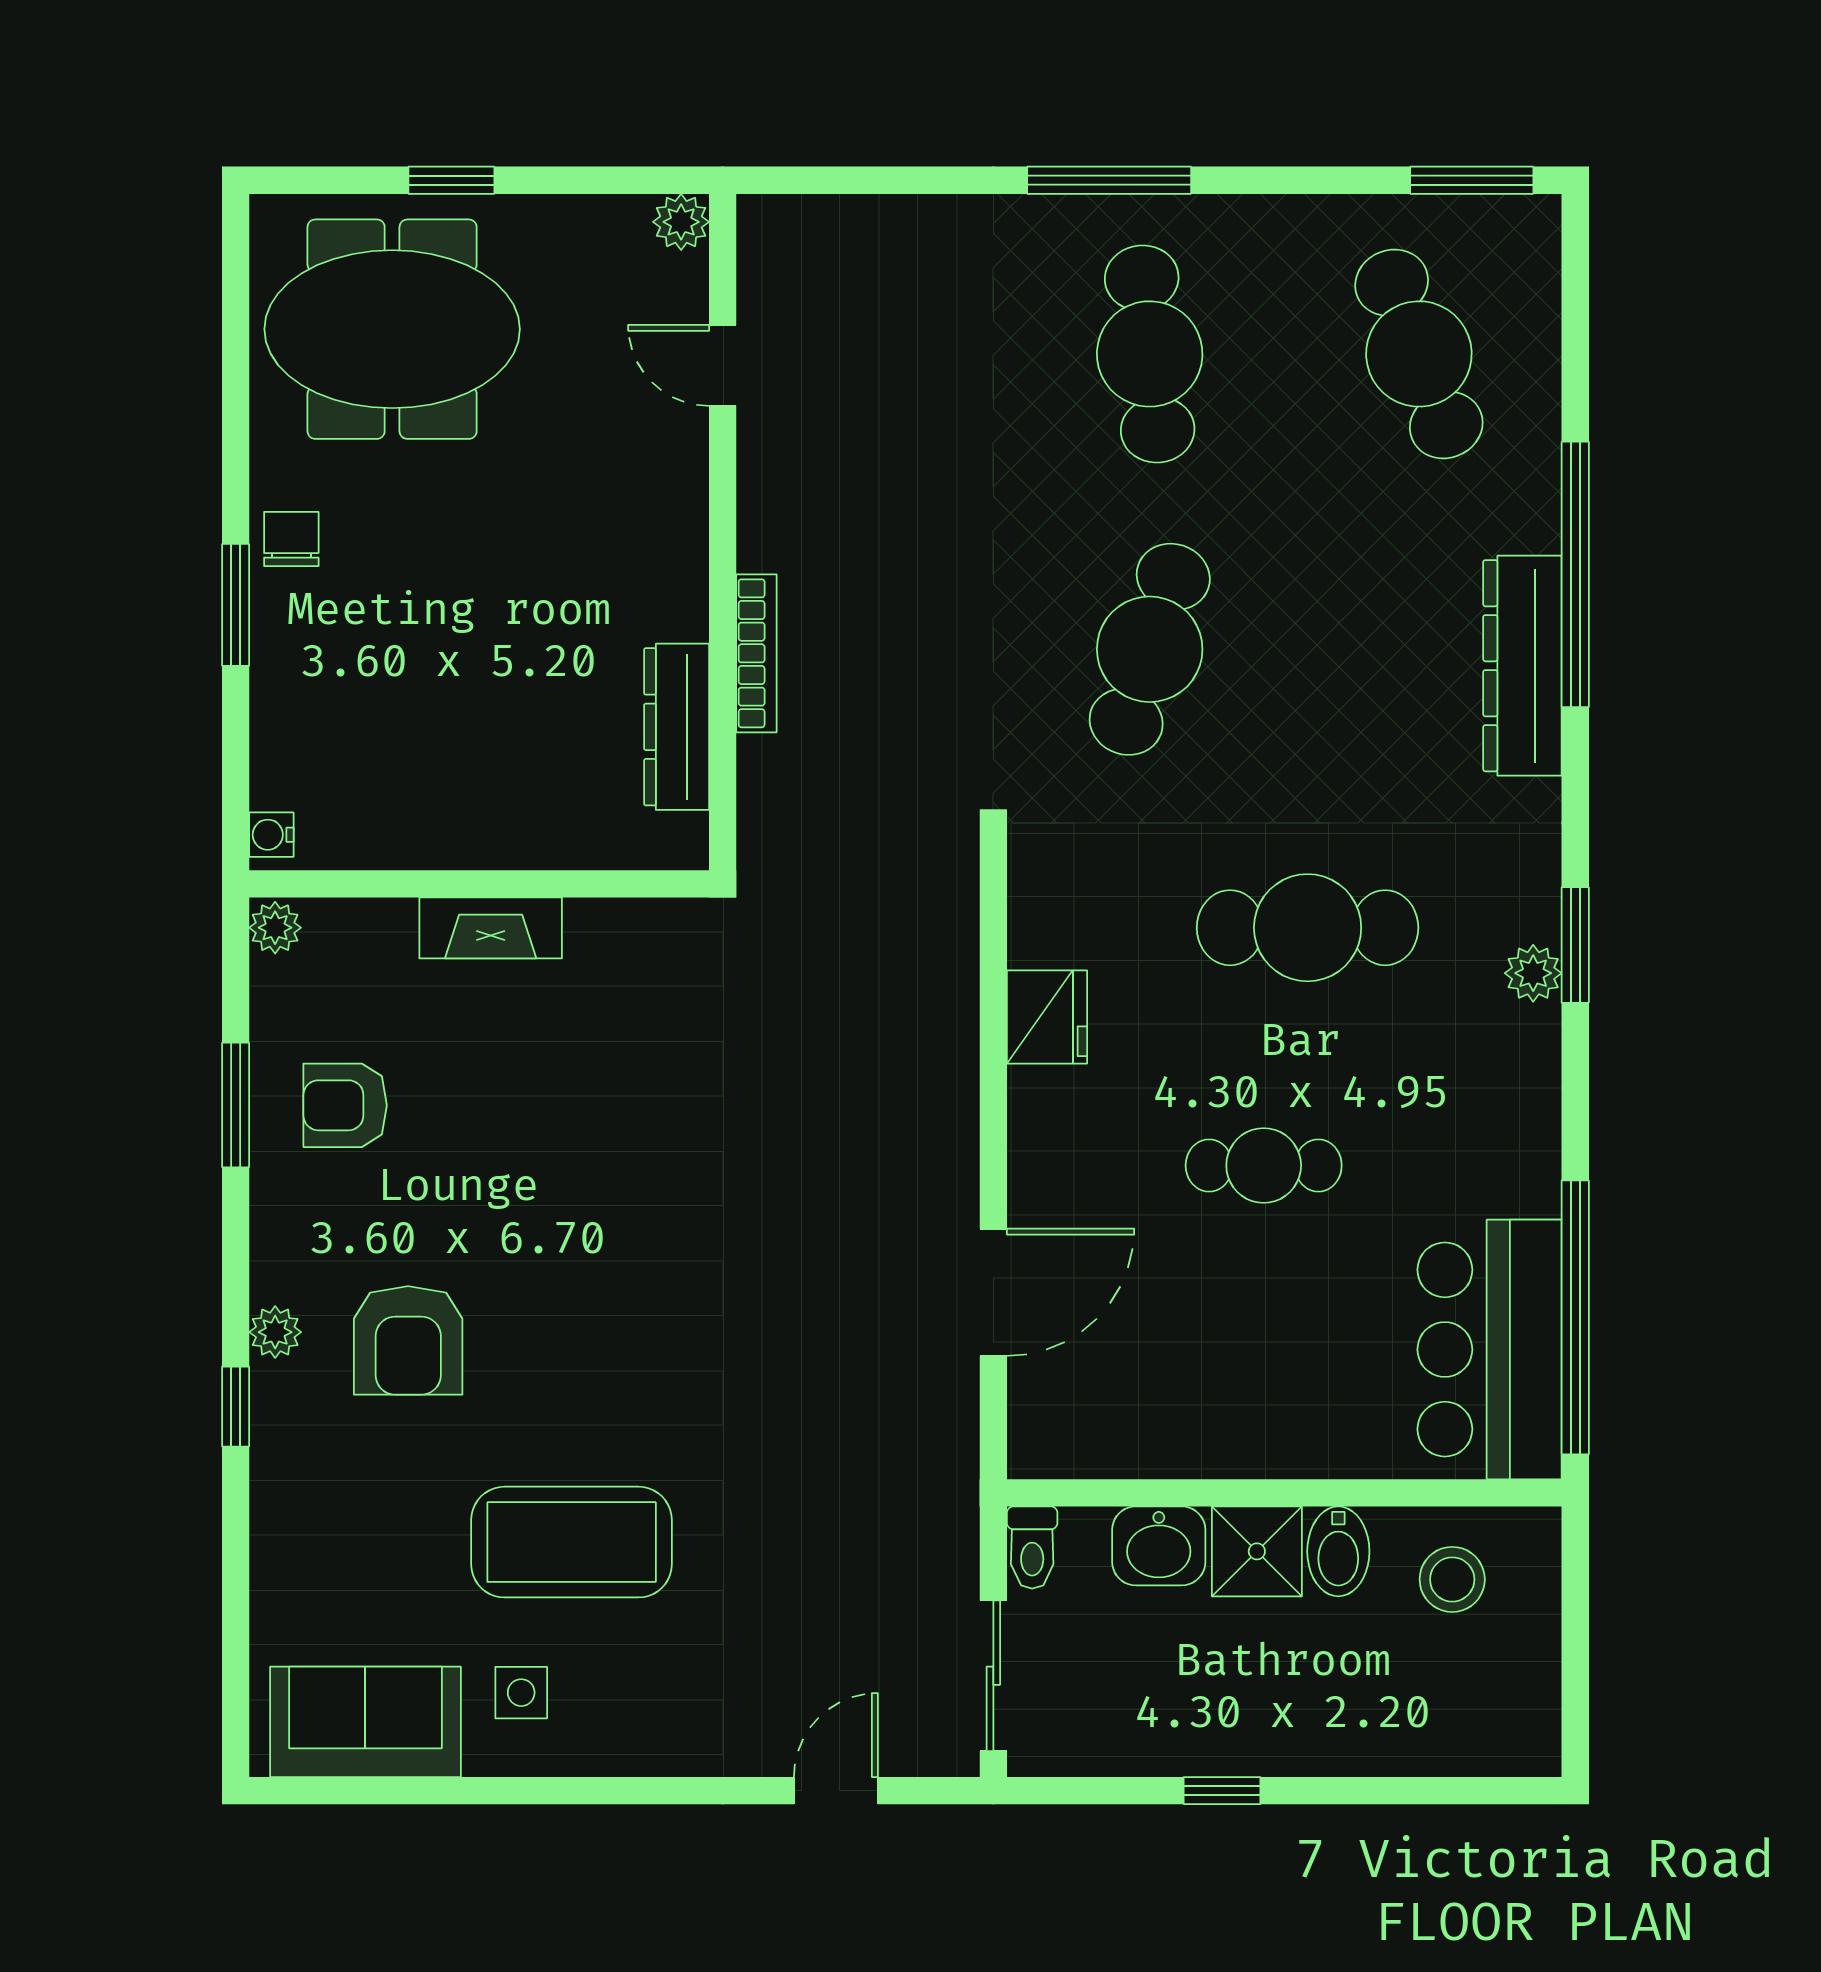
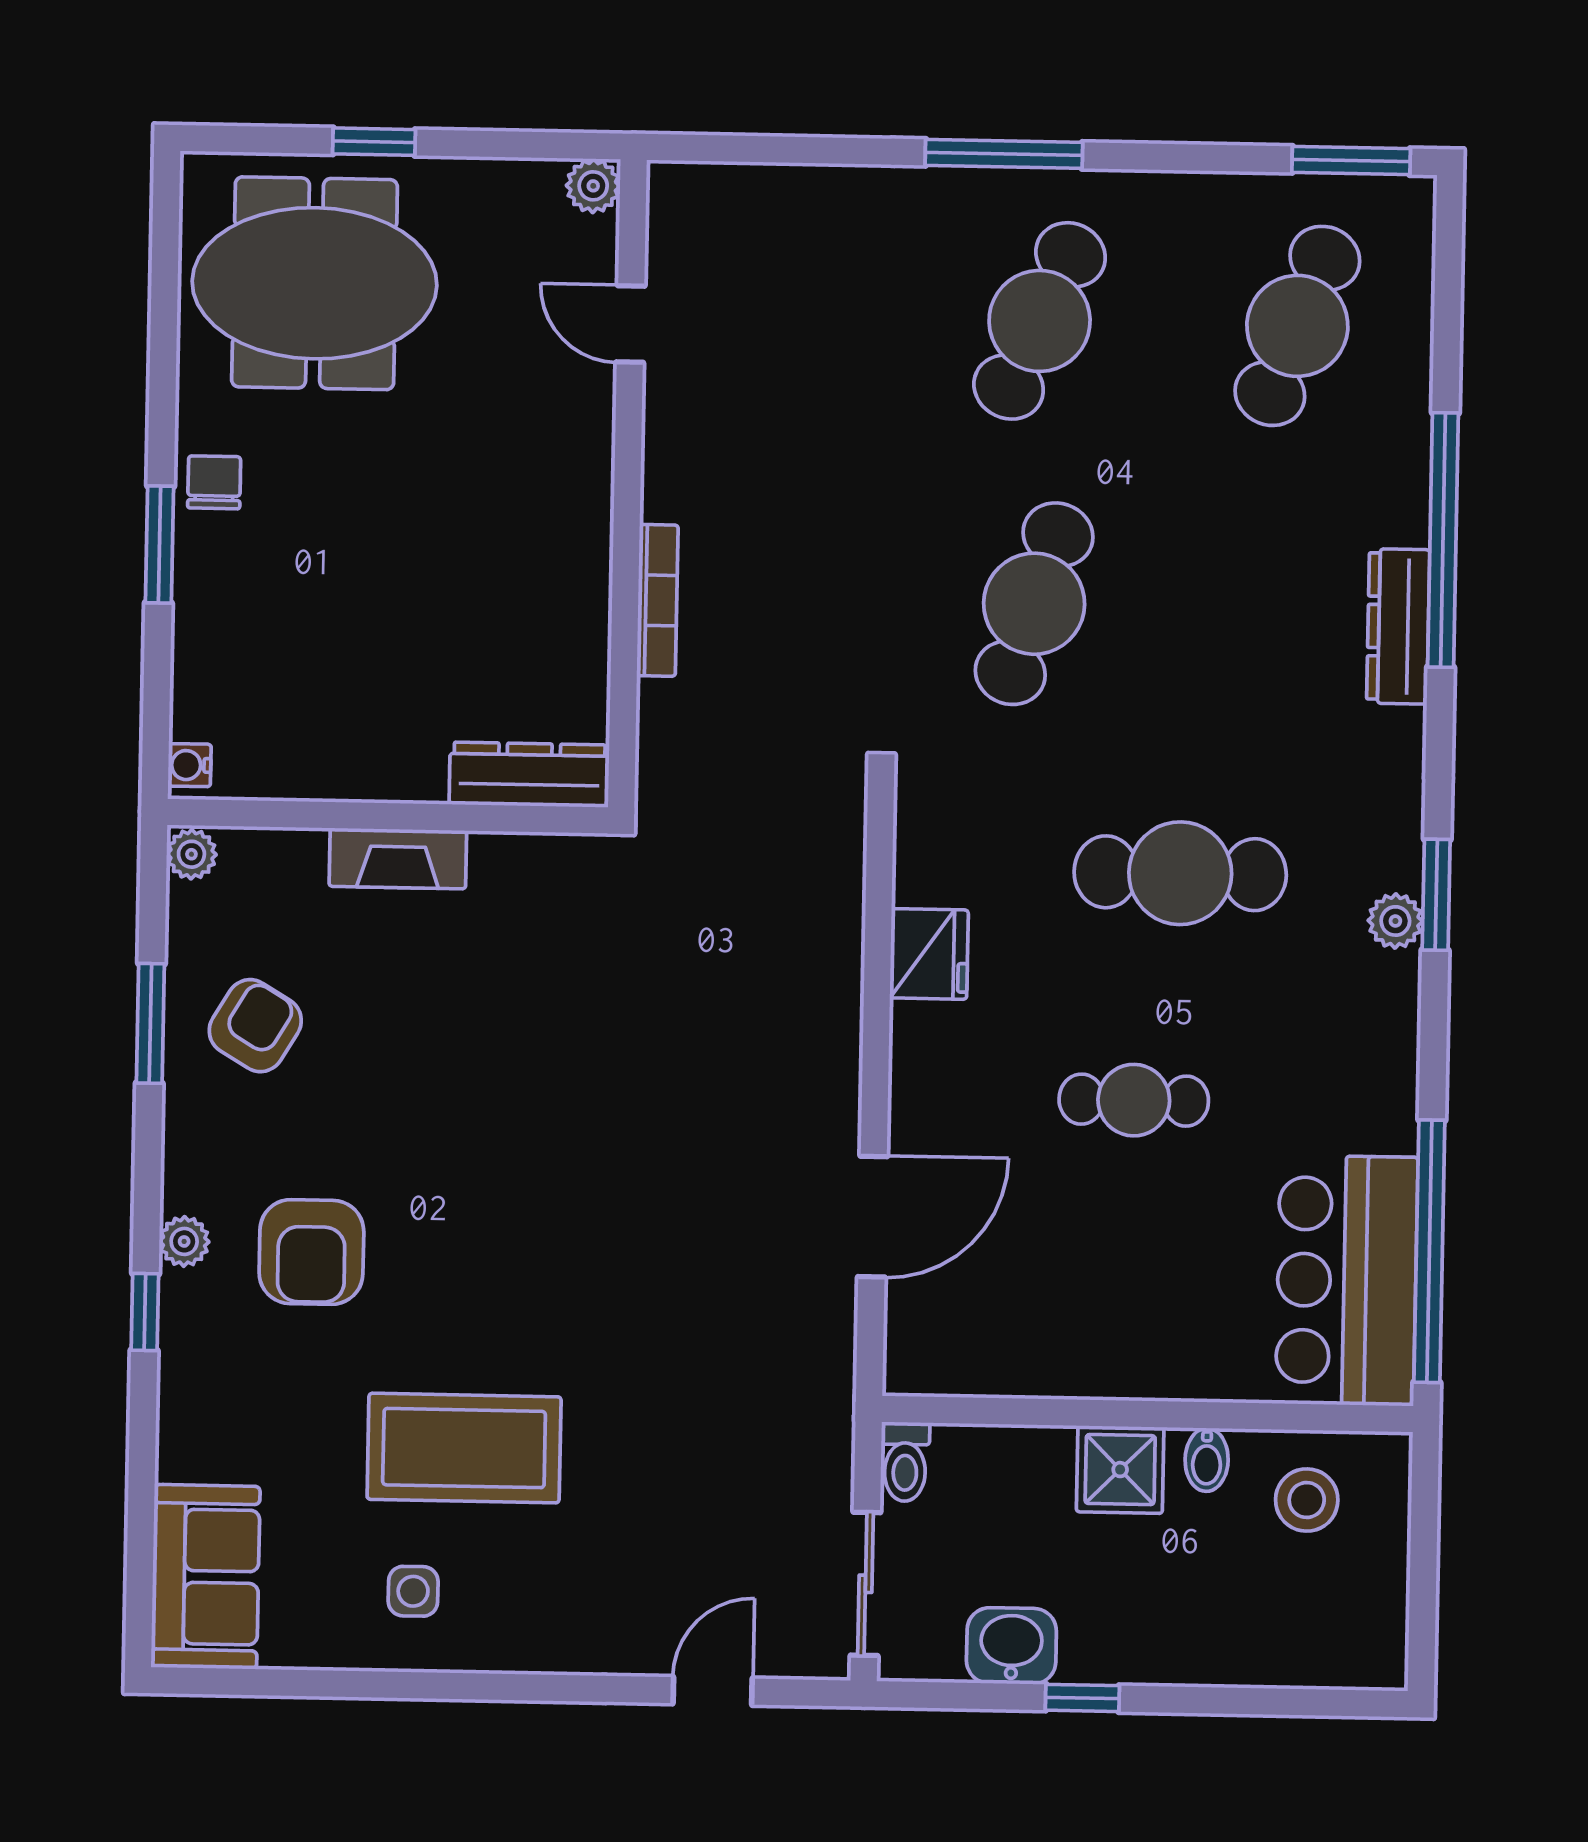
cafe table: (1150, 354) -> (1040, 321), turned 30
cafe table: (1419, 354) -> (1297, 326), turned 42
dresser: (1522, 666) -> (1398, 626), width x0.73, depth x0.80
dresser: (677, 727) -> (529, 775), moved, turned 90
armchair: (345, 1105) -> (255, 1026), turned 121
washbasin: (1159, 1546) -> (1011, 1646), moved, turned 180
bidet: (1338, 1551) -> (1207, 1460), width x0.72, depth x0.74
sofa: (365, 1722) -> (206, 1577), moved, turned 90

